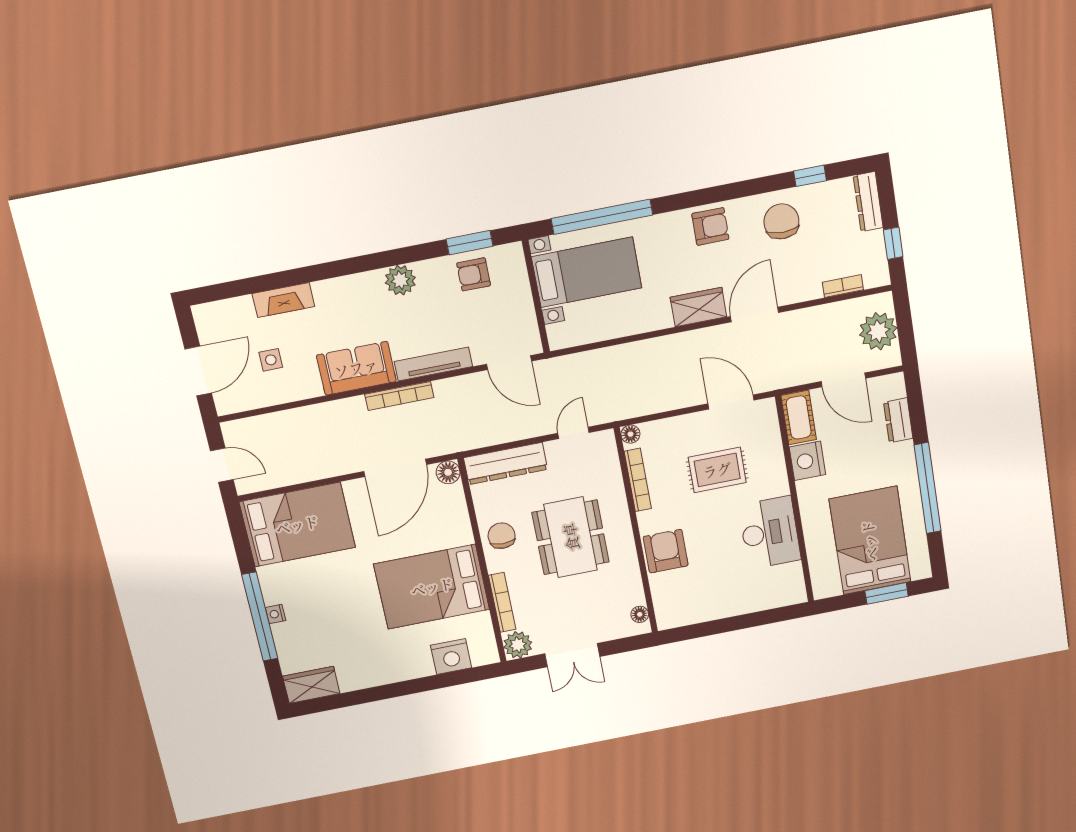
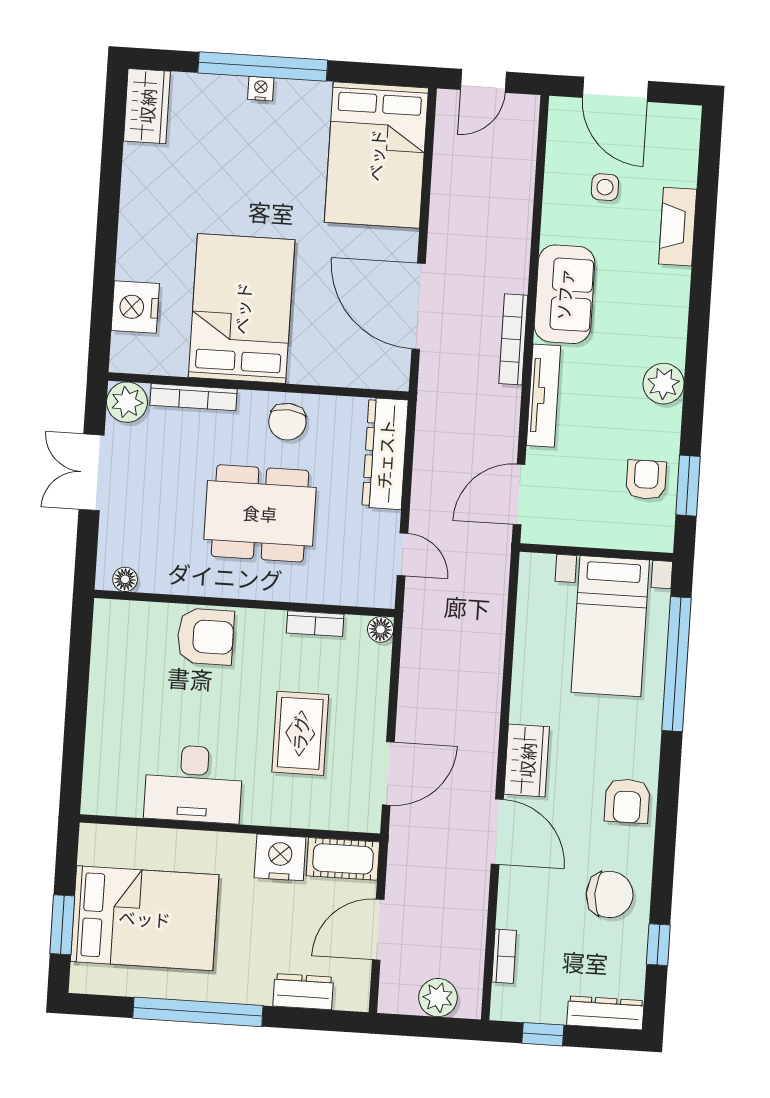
plant: (878, 331) -> (438, 998), width x0.73, depth x0.73
floor lamp: (448, 472) -> (394, 374), removed
bookcase: (638, 480) -> (315, 624), width x0.64
chair: (502, 536) -> (287, 422), turned 94

